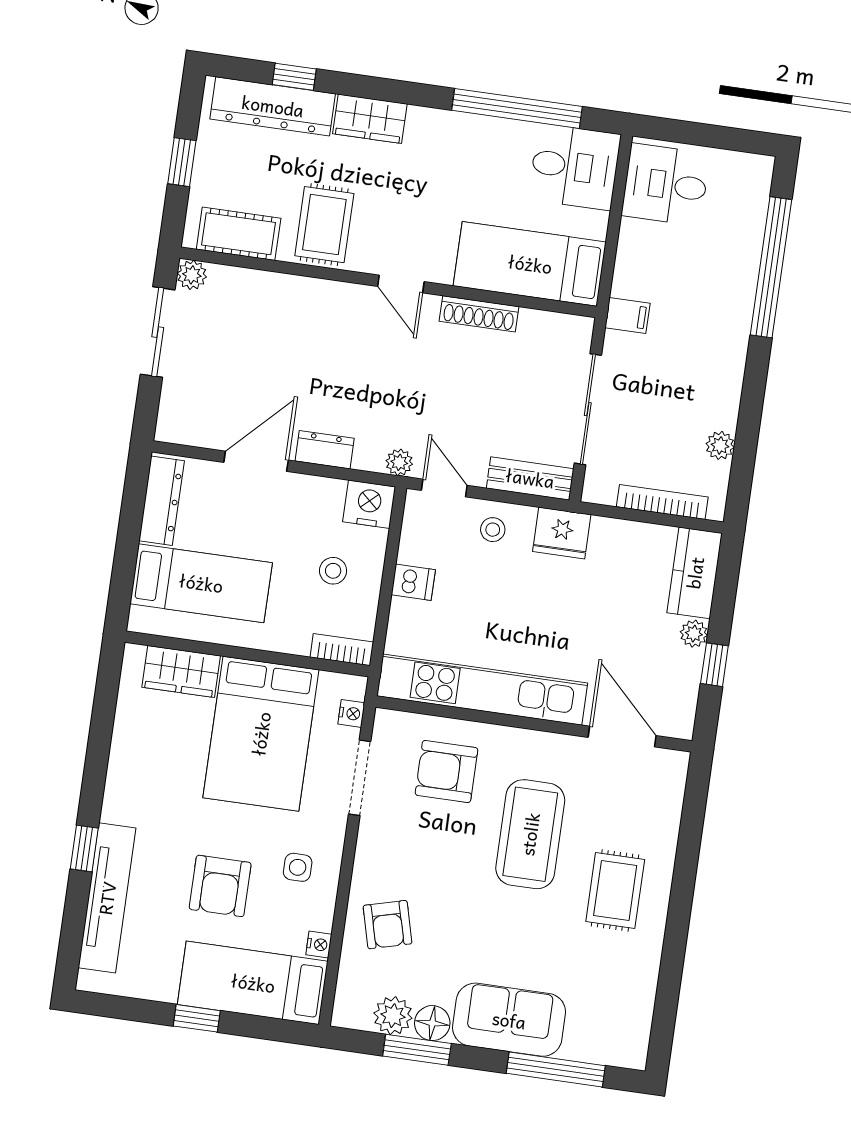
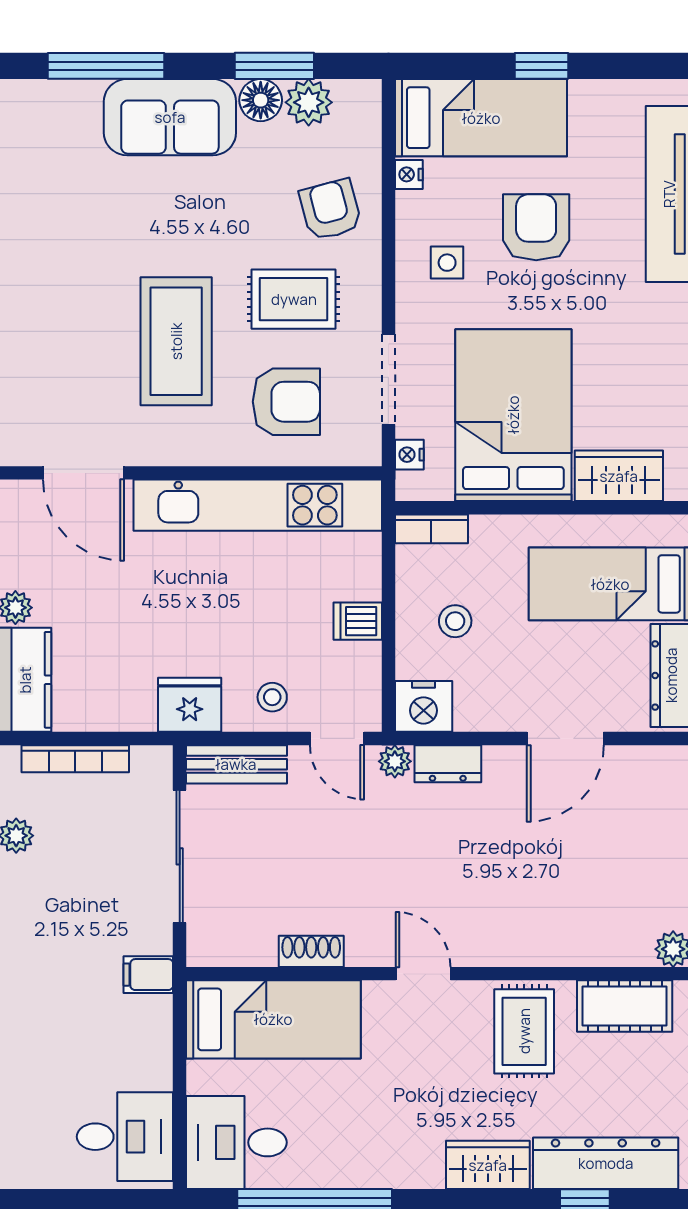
shoe rack: (479, 314) -> (311, 951), width x0.70
dresser: (325, 450) -> (448, 764), moved
rug: (615, 890) -> (294, 299), moved, turned 90

